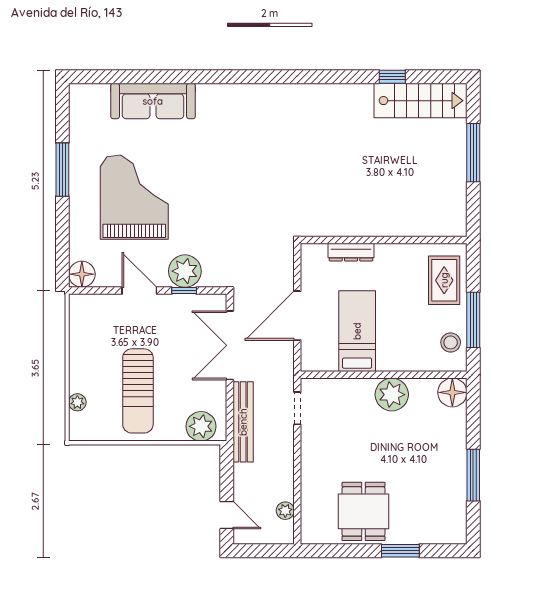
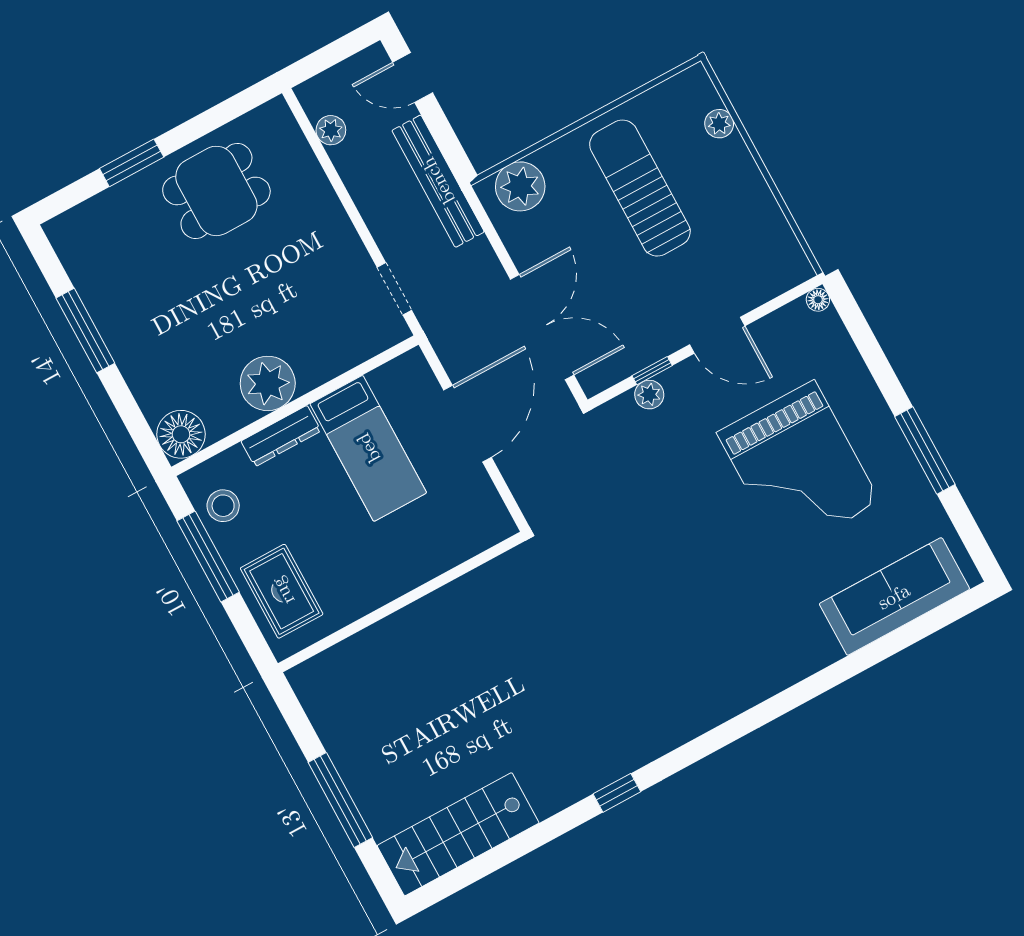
window: (392, 77) -> (617, 793), moved
sofa: (153, 101) -> (894, 596), moved
dresser: (351, 252) -> (281, 436), moved, turned 180
plant: (185, 271) -> (649, 395), width x0.53, depth x0.53
floor lamp: (82, 274) -> (818, 300), width x0.53, depth x0.53
bench: (243, 422) -> (438, 181), moved
dining table: (363, 511) -> (216, 191), turned 90

